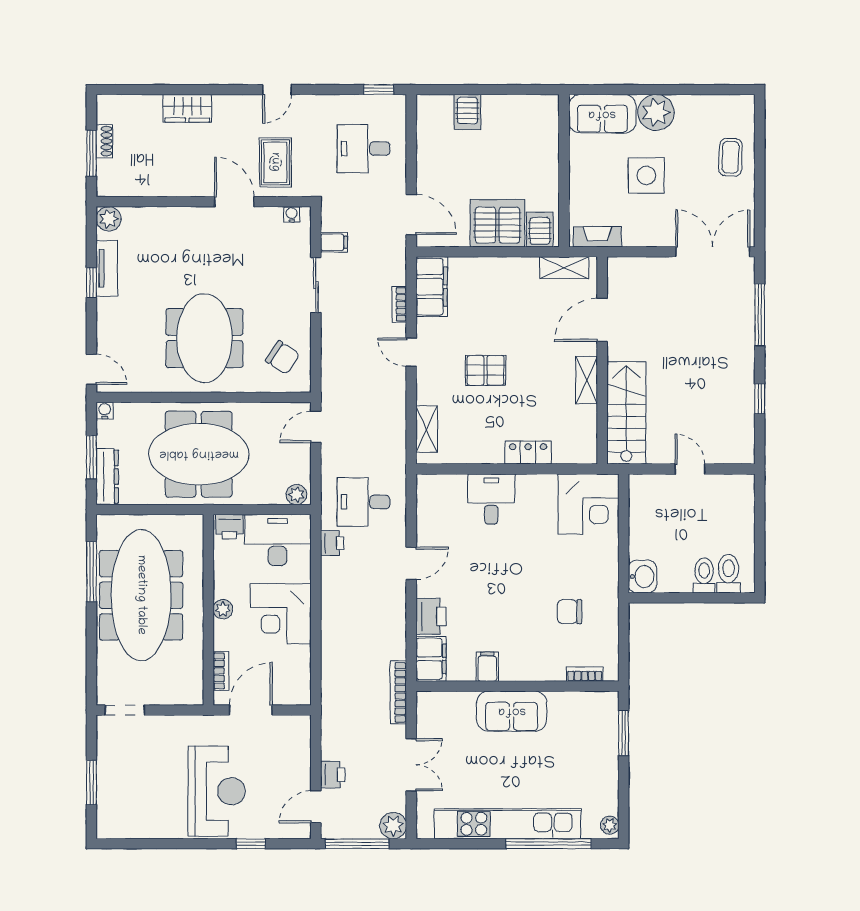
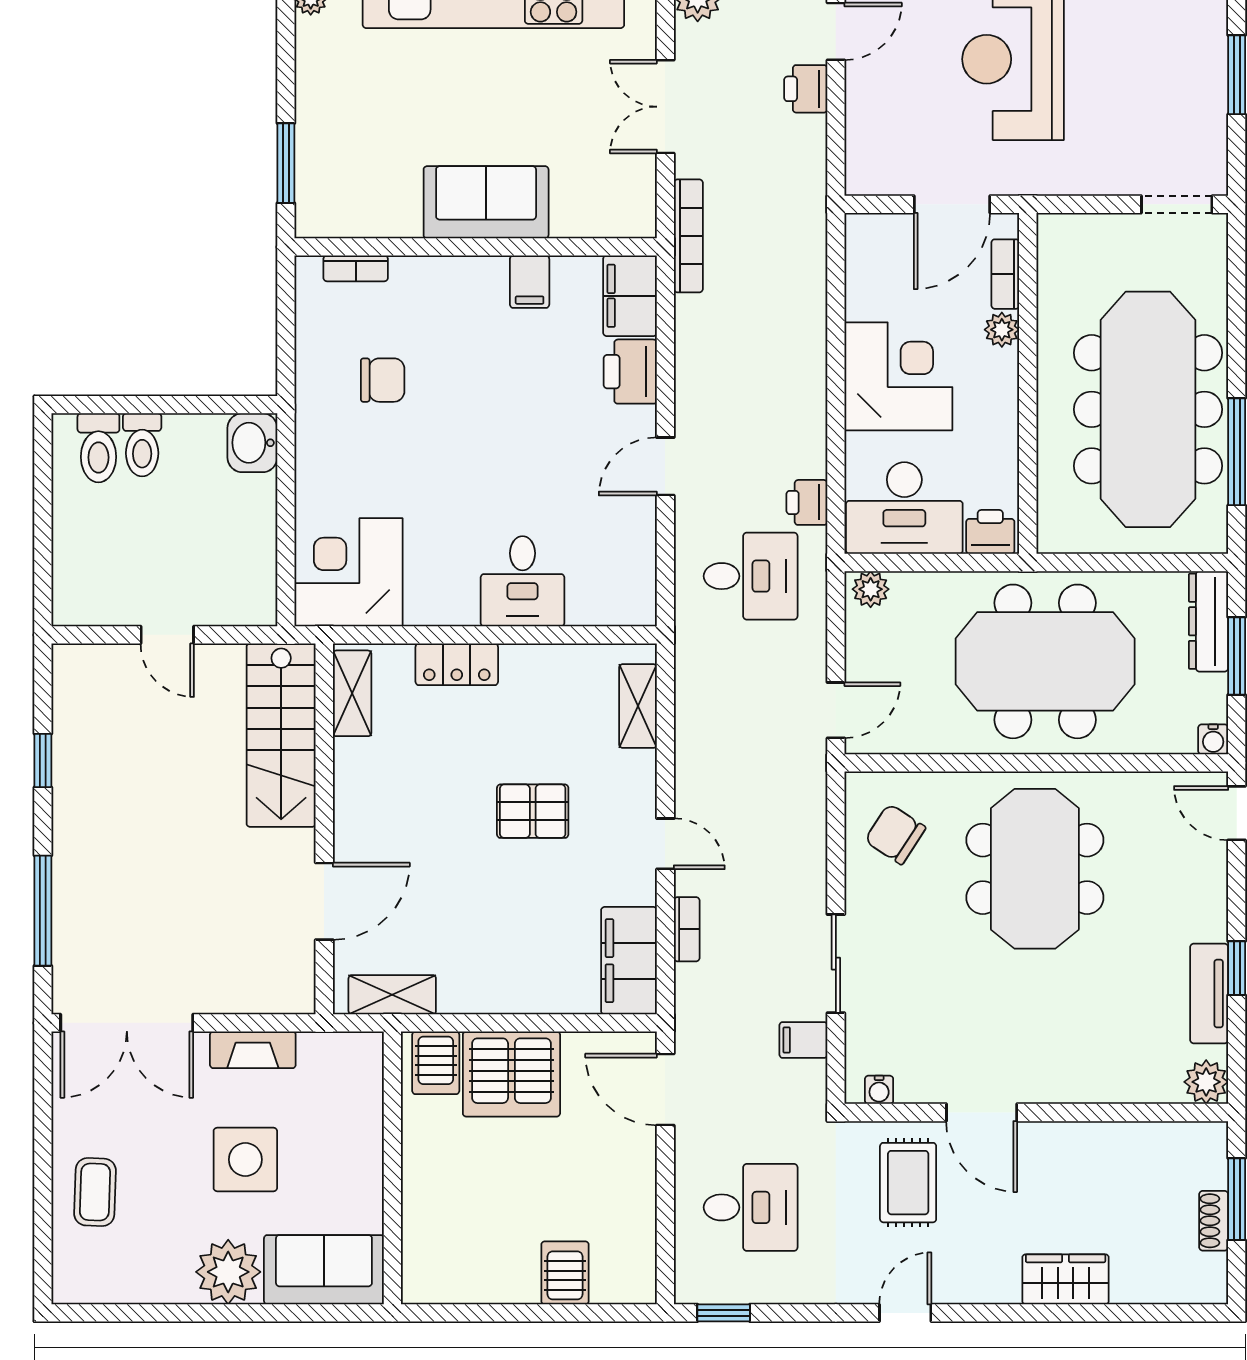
fireplace: (597, 237) -> (253, 1050), moved
shelving: (587, 380) -> (352, 693), moved
plant: (223, 609) -> (1002, 330), moved

